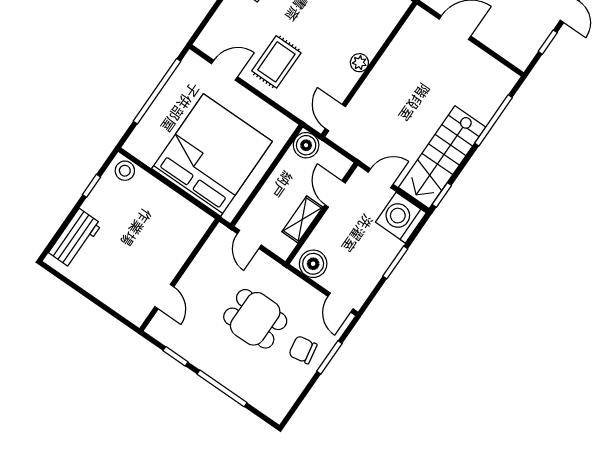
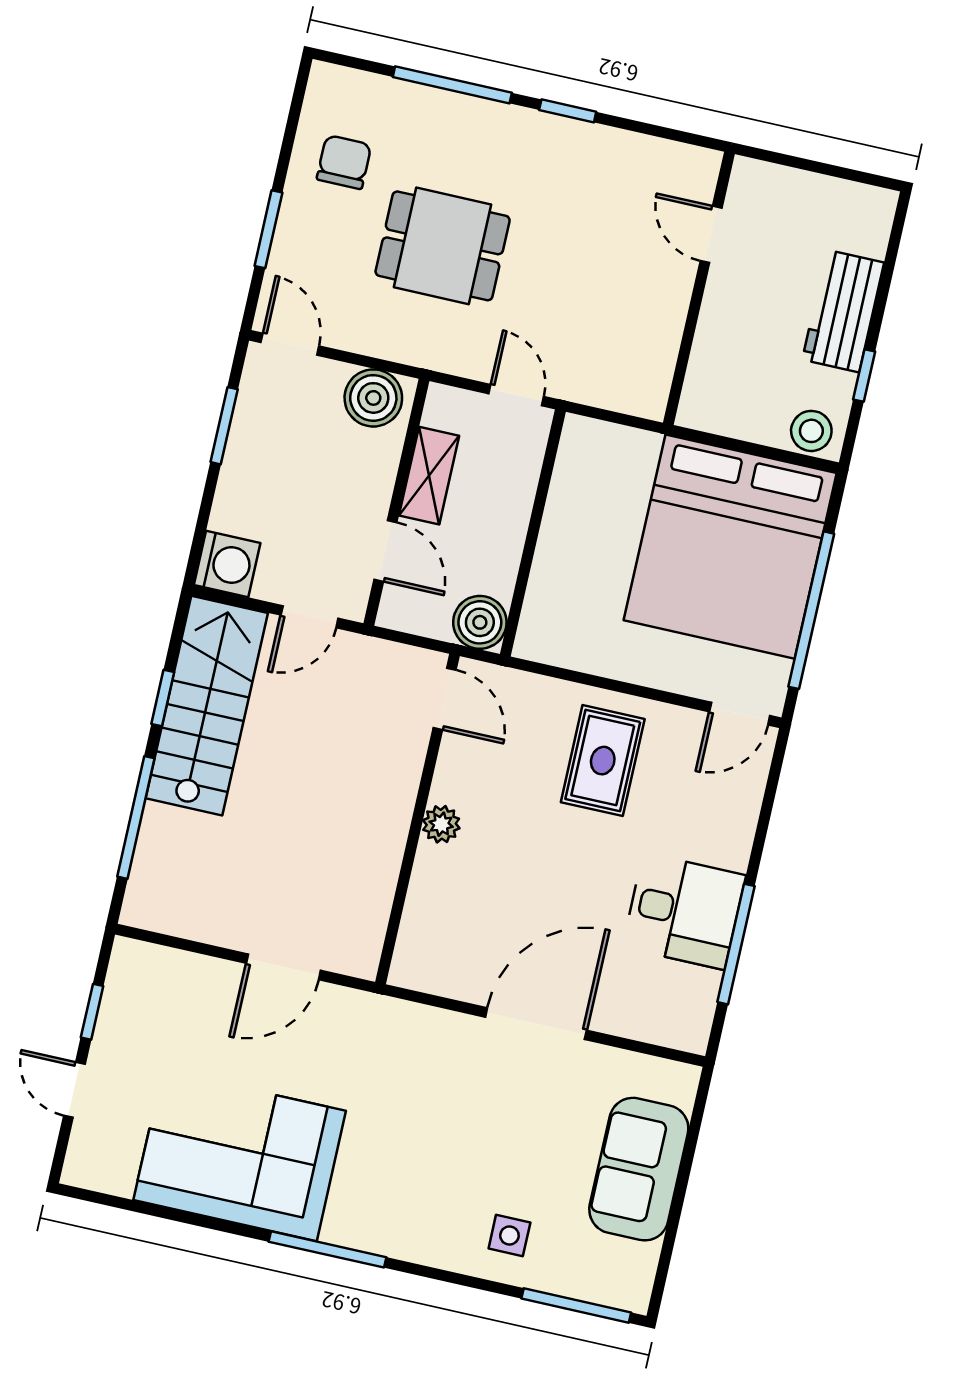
door: (225, 70) -> (740, 714), moved
bed: (212, 155) -> (730, 547), moved
window: (442, 195) -> (163, 698), moved
washing machine: (401, 218) -> (227, 564), width x0.73, depth x0.73
workbench: (75, 238) -> (843, 311), moved
window: (395, 262) -> (224, 426), moved
wall: (179, 275) -> (699, 288), moved
door: (164, 297) -> (711, 234), moved
chair: (303, 350) -> (344, 162), moved, turned -80

